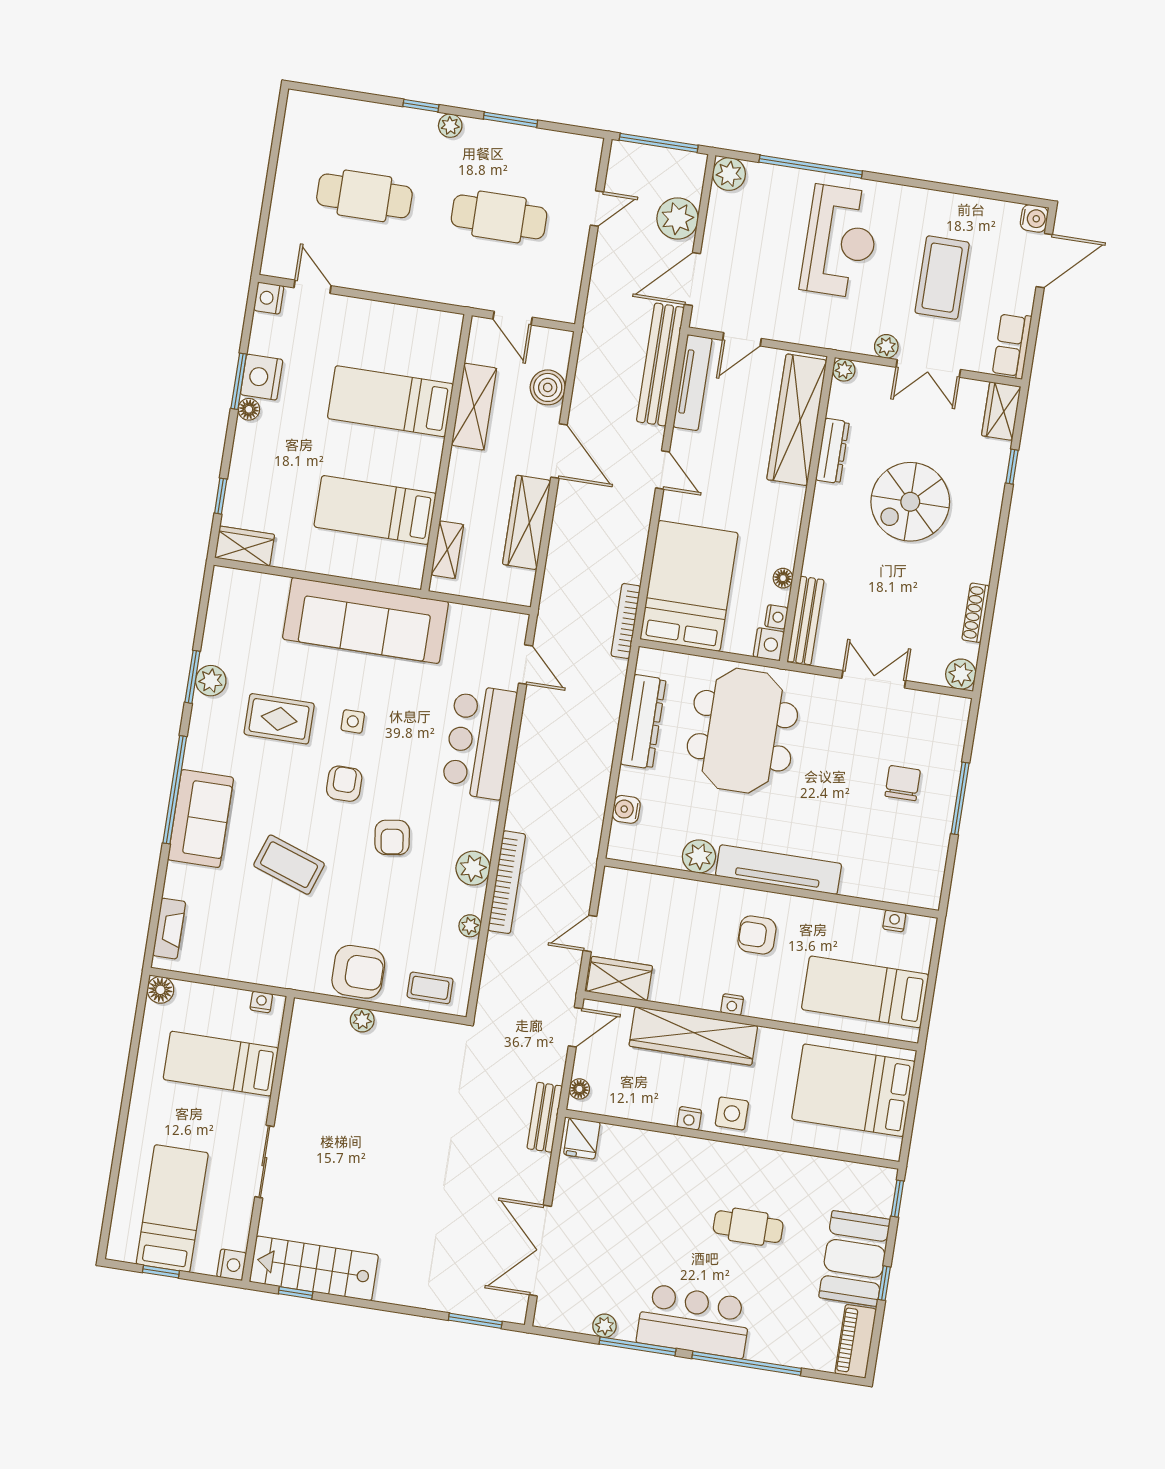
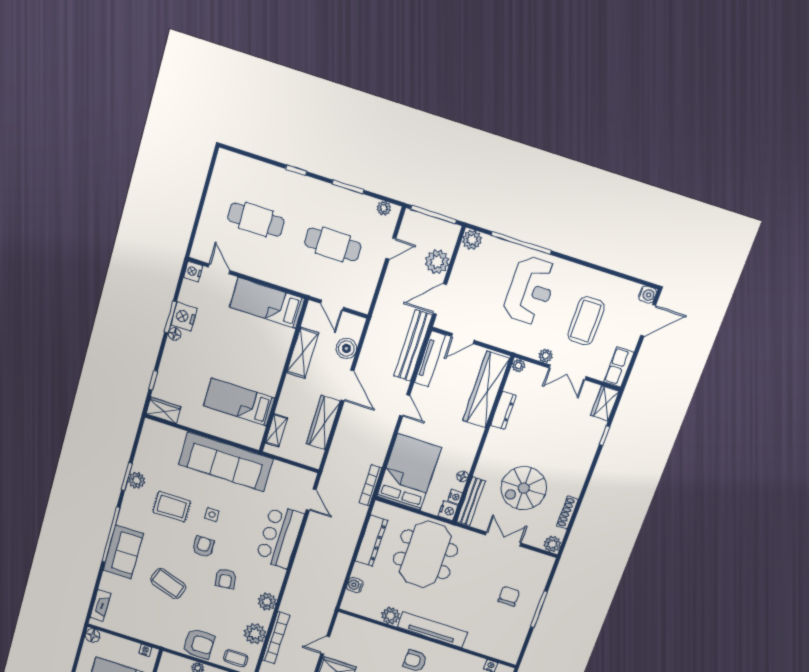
plant: (450, 126) -> (384, 208), moved
bed: (390, 401) -> (267, 303), moved
spiral stairs: (910, 502) -> (524, 488), moved
bookcase: (507, 882) -> (276, 638), moved
plant: (470, 926) -> (255, 634), width x1.88, depth x1.88

